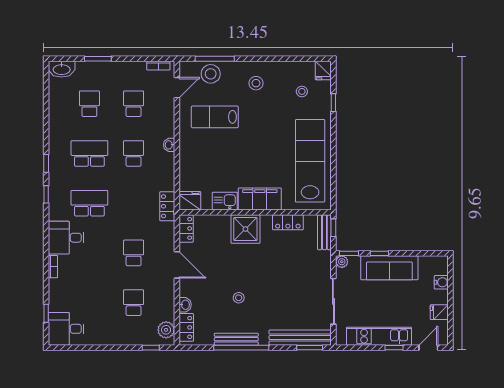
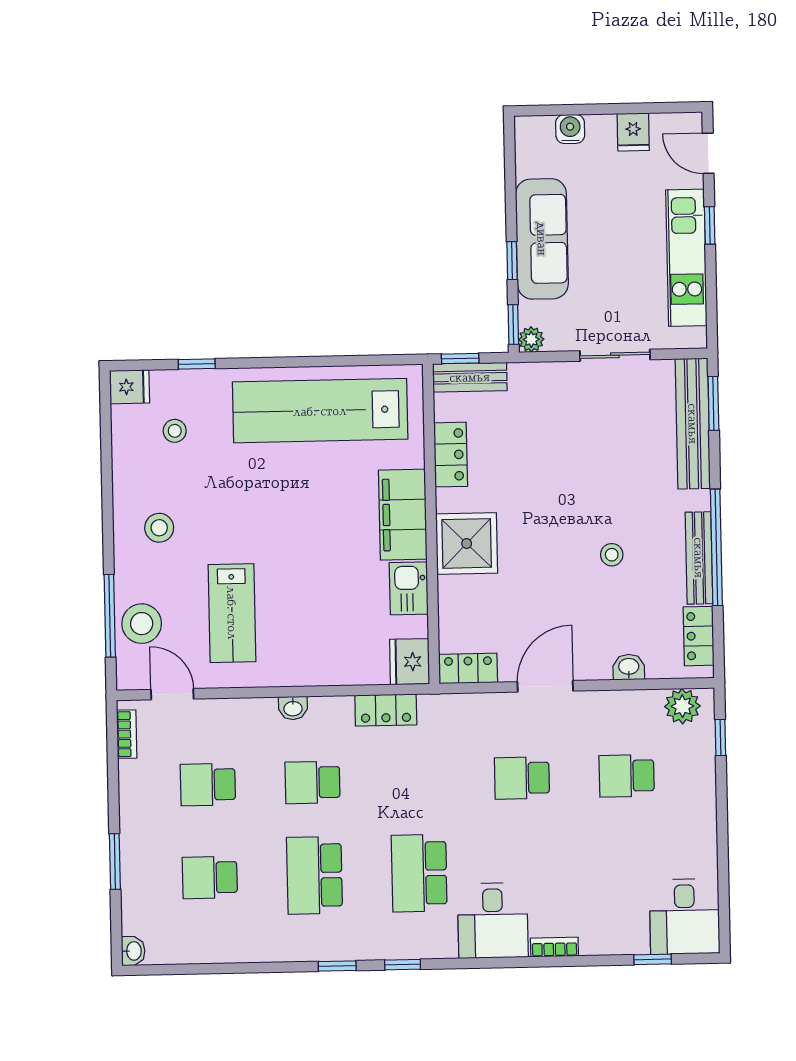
washbasin: (62, 69) -> (133, 951), width x0.52, depth x0.69
locker: (167, 206) -> (386, 710), moved
sliding door: (333, 301) -> (615, 355), width x0.73
locker: (186, 327) -> (699, 636), moved, turned -90

